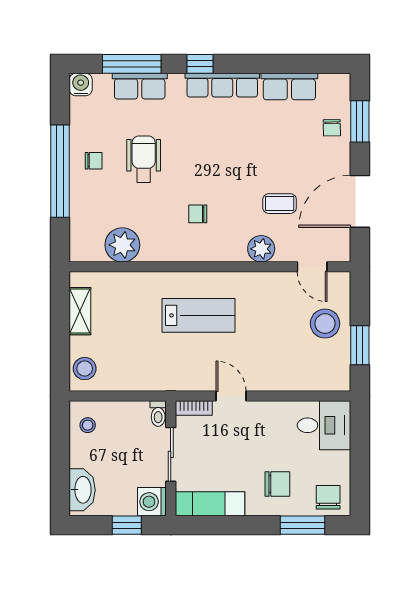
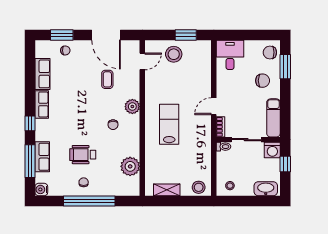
row of seats: (222, 85) -> (42, 104), width x0.68
plant: (261, 249) -> (132, 107), moved
chair: (277, 484) -> (263, 81), turned 90

